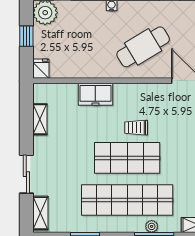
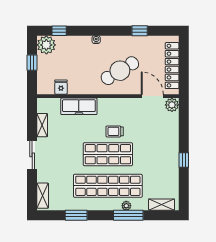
fridge: (41, 69) -> (61, 87), moved
freezer: (95, 94) -> (79, 106), width x1.40
sliding door: (26, 174) -> (32, 155), moved

